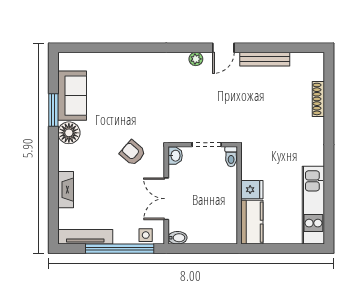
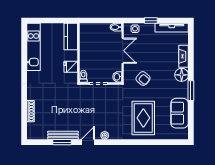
window: (266, 48) -> (62, 142), added
rug: (132, 88) -> (143, 118), added
window: (53, 110) -> (191, 91), moved
floor lamp: (69, 133) -> (182, 75), moved
fridge: (252, 190) -> (71, 67), moved
window: (120, 249) -> (151, 21), width x0.32

